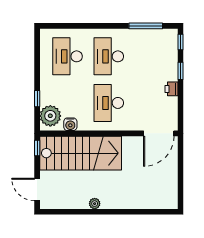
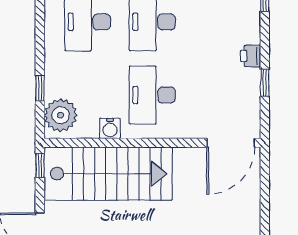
window: (180, 71) -> (265, 83), moved
printer: (171, 89) -> (251, 56), moved
water cooler: (70, 124) -> (110, 128), moved

